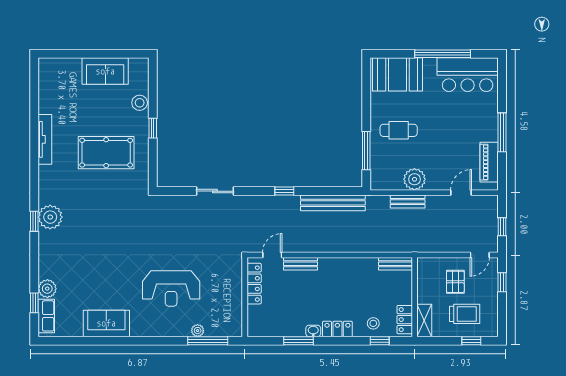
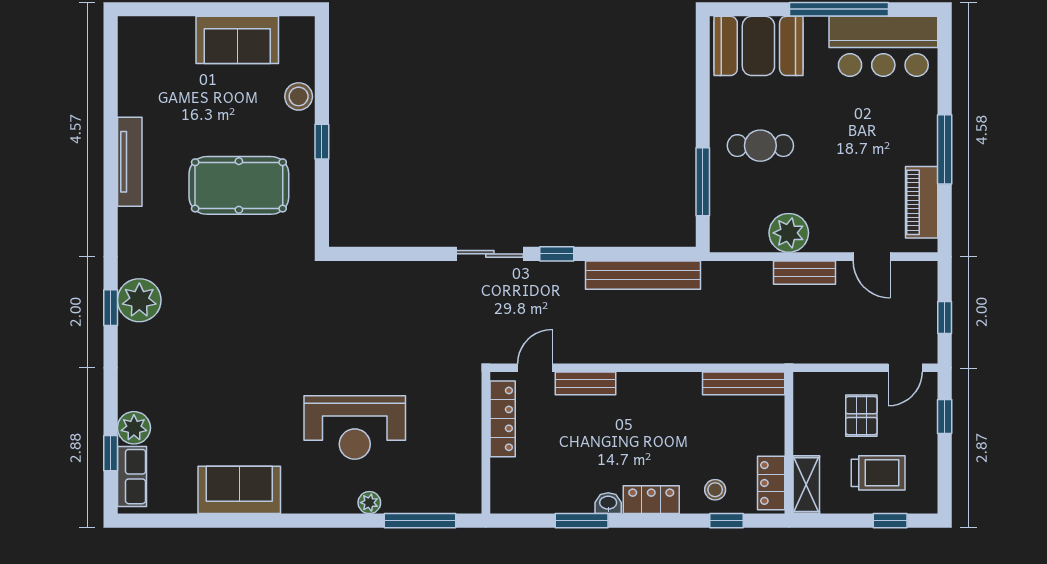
sliding door: (215, 191) -> (490, 254), moved
door: (461, 193) -> (872, 257), swing flipped
bench: (408, 202) -> (804, 273), moved
bench: (395, 264) -> (744, 383), width x1.36
plant: (198, 331) -> (369, 503), moved

